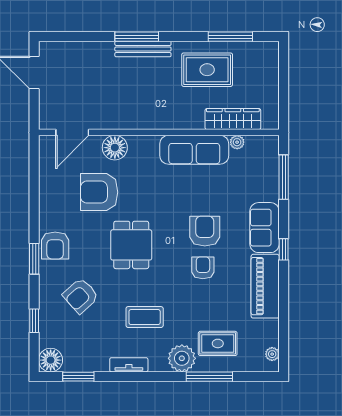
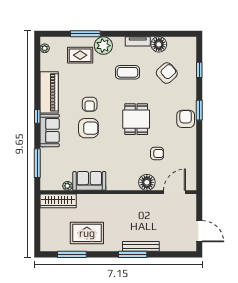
bench: (143, 49) -> (141, 246), moved
wardrobe: (233, 119) -> (58, 201), moved
sofa: (194, 150) -> (89, 181), width x0.73
armchair: (99, 192) -> (157, 153), width x0.53, depth x0.53
armchair: (205, 231) -> (88, 128), turned -90
armchair: (81, 296) -> (167, 73), moved
floor lamp: (51, 360) -> (159, 44), moved
window: (78, 377) -> (171, 34), removed

